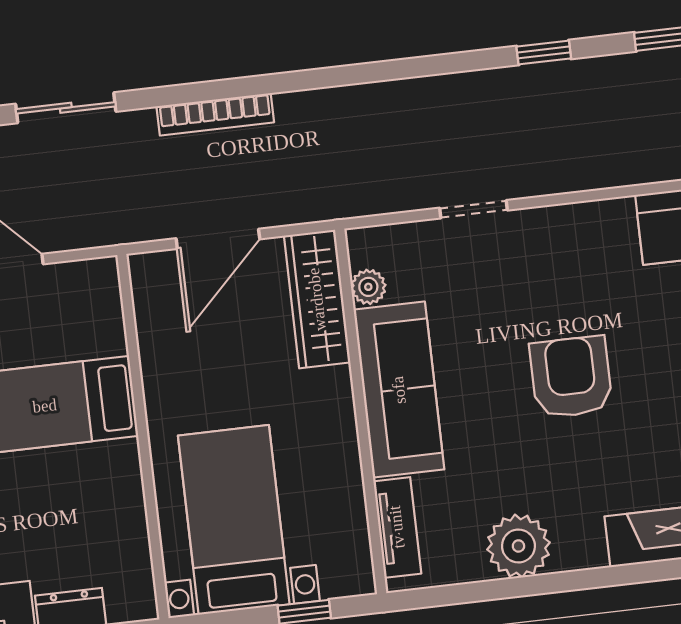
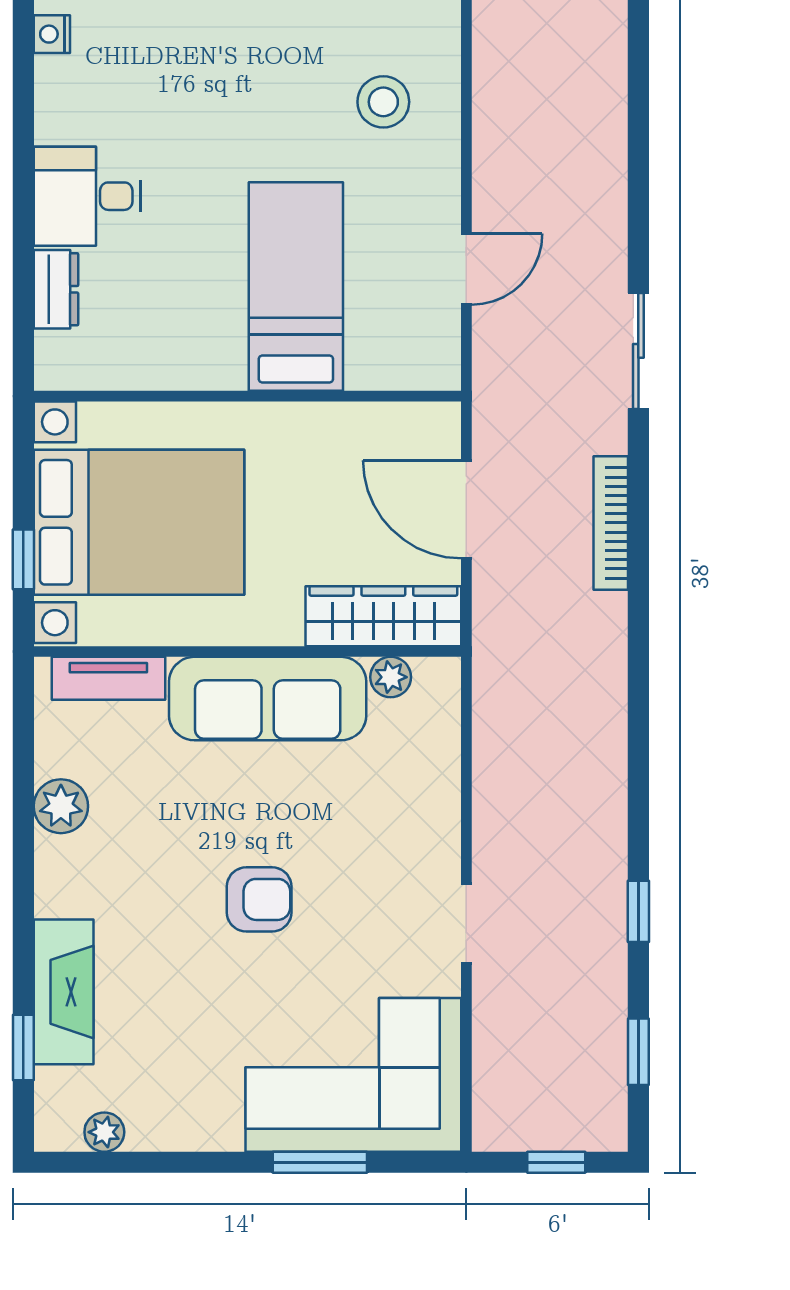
doorway: (474, 209) -> (466, 923), moved
armchair: (571, 377) -> (259, 899), width x0.72, depth x0.72
bed with nightstands: (234, 520) -> (139, 522), width x1.36
plant: (518, 546) -> (61, 806), width x0.73, depth x0.73

